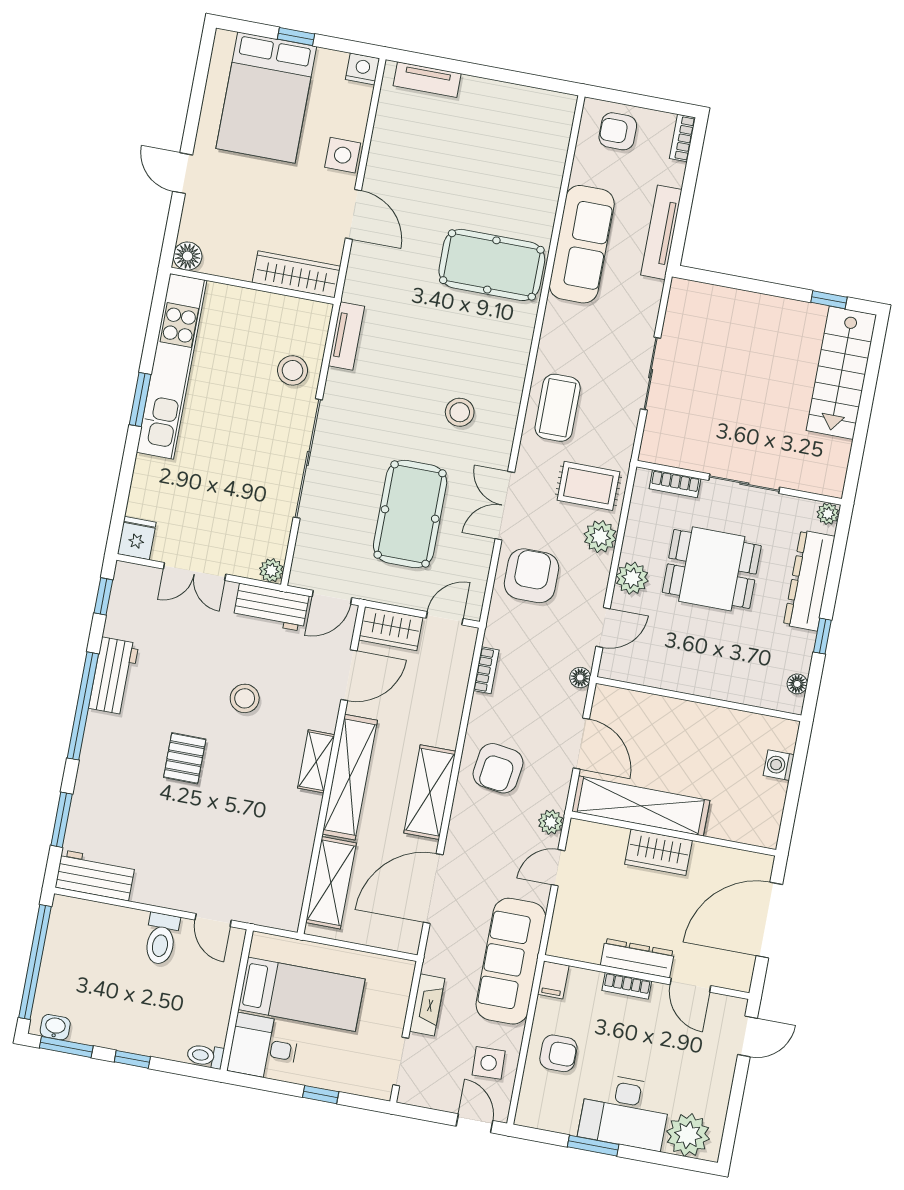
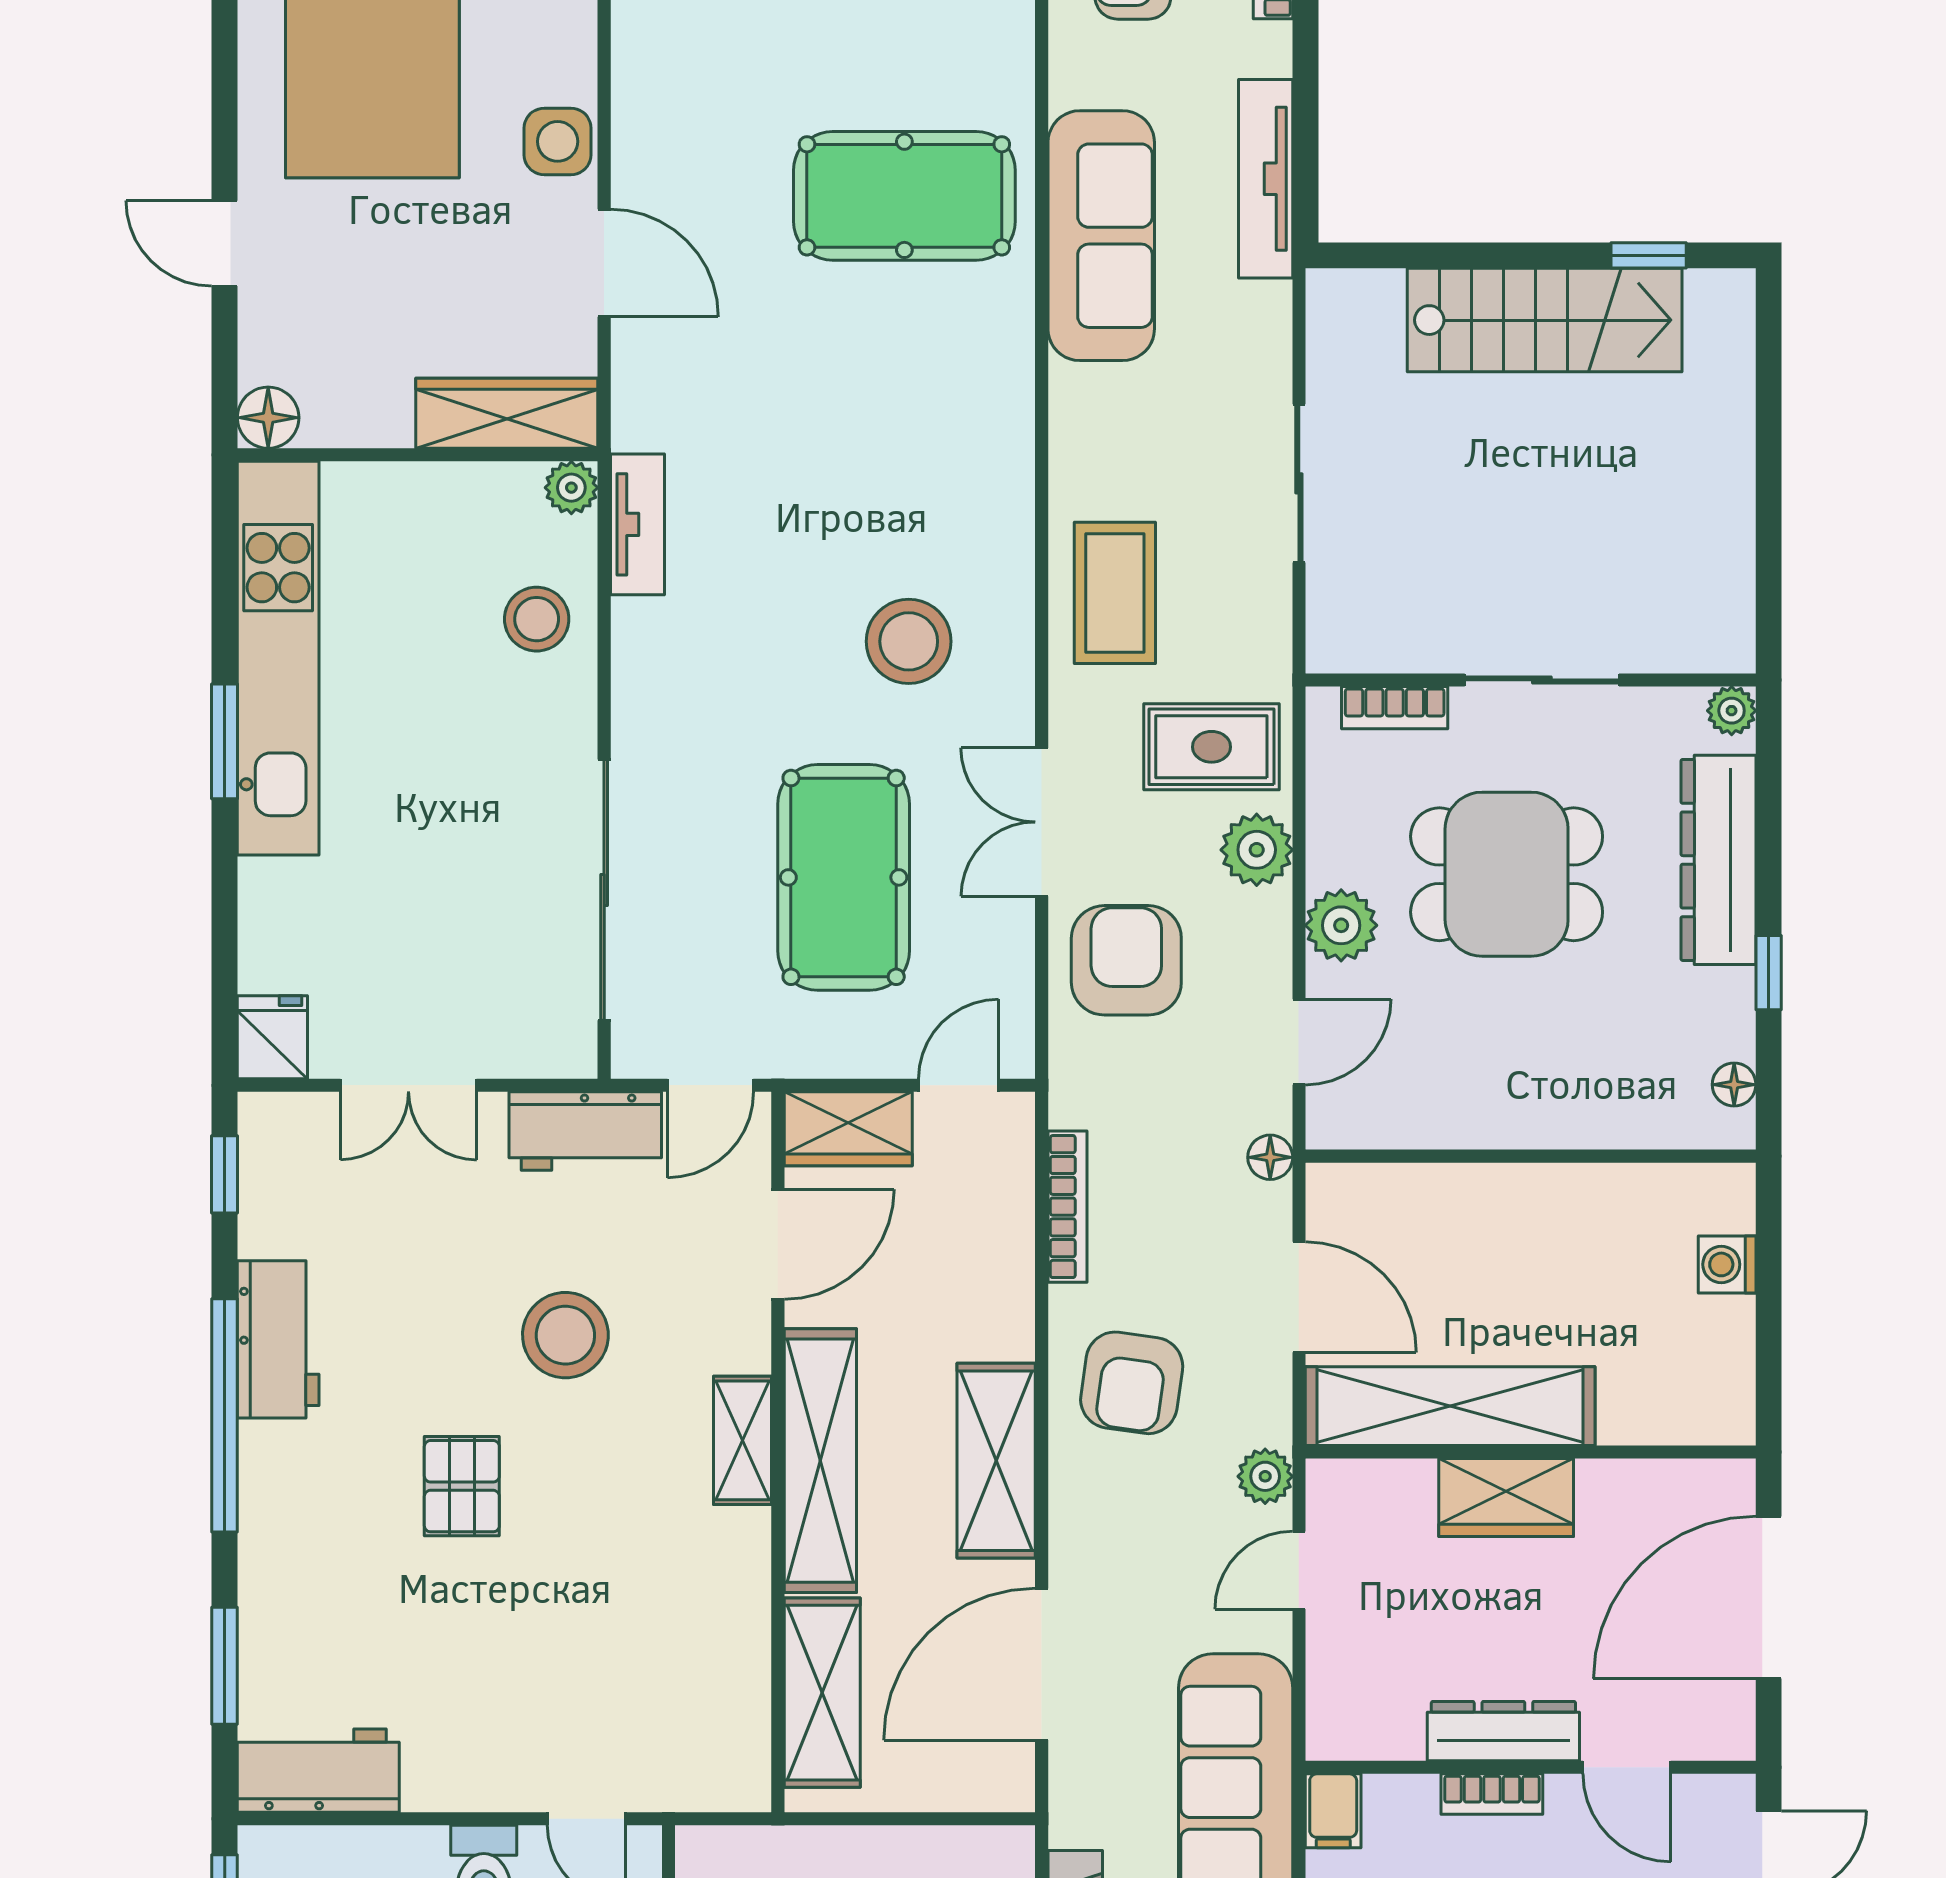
pool table: (492, 265) -> (904, 196), moved
stairs: (841, 373) -> (1545, 320), moved, turned -90
stool: (460, 412) -> (909, 641), width x1.38, depth x1.38
sliding door: (308, 459) -> (604, 890), moved
plant: (271, 570) -> (571, 488), moved
bookcase: (486, 670) -> (1067, 1207), width x1.56
stool: (245, 698) -> (565, 1335), width x1.38, depth x1.38

